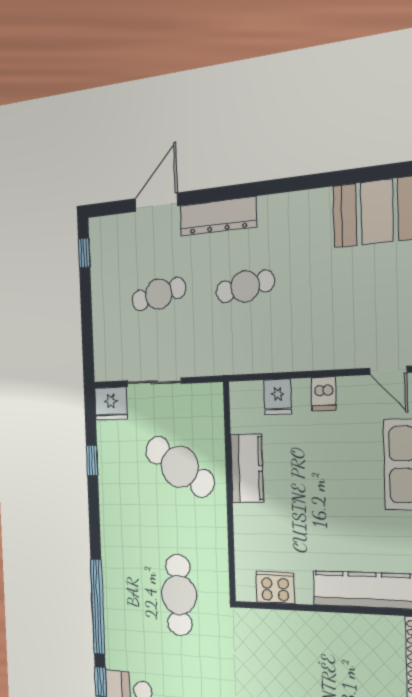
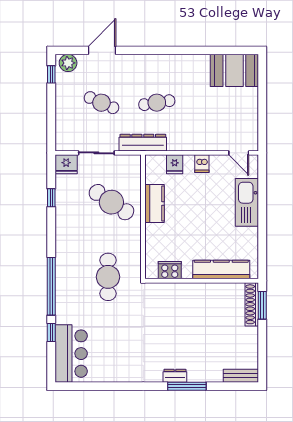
dresser: (218, 216) -> (143, 143), moved, turned 180
plant: (107, 230) -> (68, 63), added
cafe table: (159, 294) -> (101, 103), turned 36

